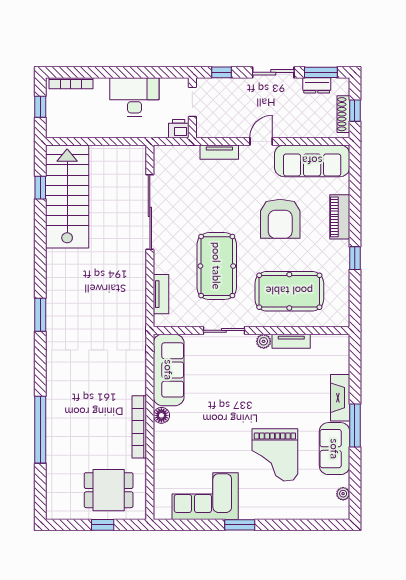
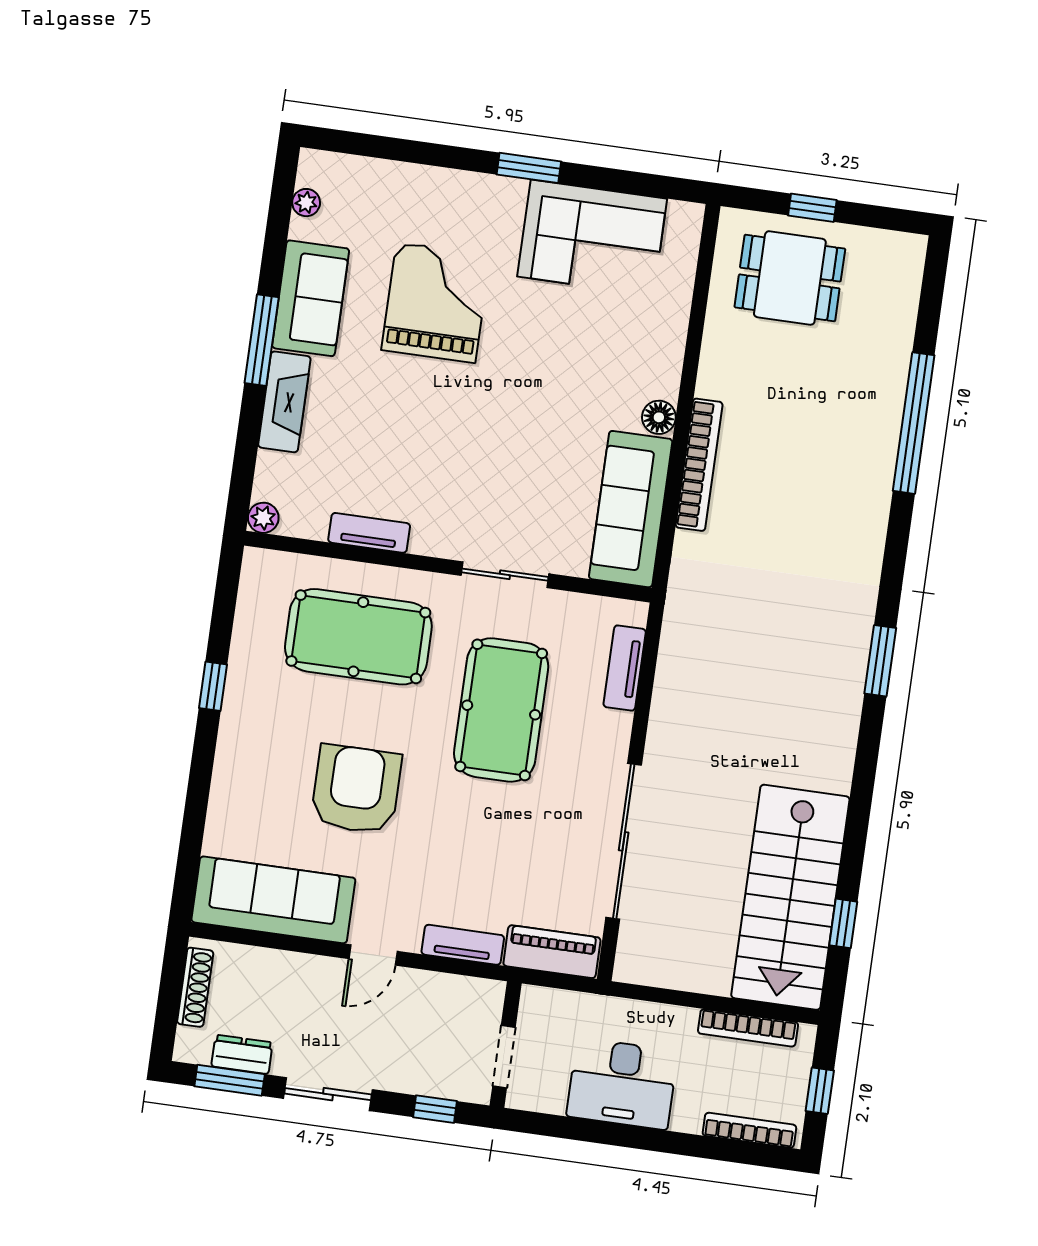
window: (355, 111) -> (170, 991), removed
printer: (179, 129) -> (540, 1005), removed
bookcase: (79, 132) -> (748, 1028), added
piano: (340, 217) -> (552, 952), moved, turned -90
plant: (264, 341) -> (263, 518), moved
bookcase: (139, 427) -> (699, 465), moved

